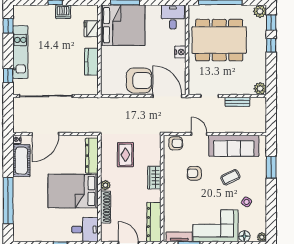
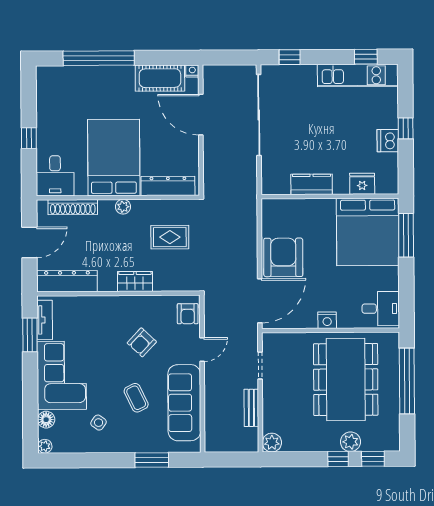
plant: (260, 11) -> (350, 442), moved
kitchen unit: (20, 52) -> (358, 75), moved
armchair: (139, 80) -> (283, 257), turned 180
armchair: (194, 173) -> (142, 342), turned -137
shoe rack: (105, 207) -> (73, 207), moved

